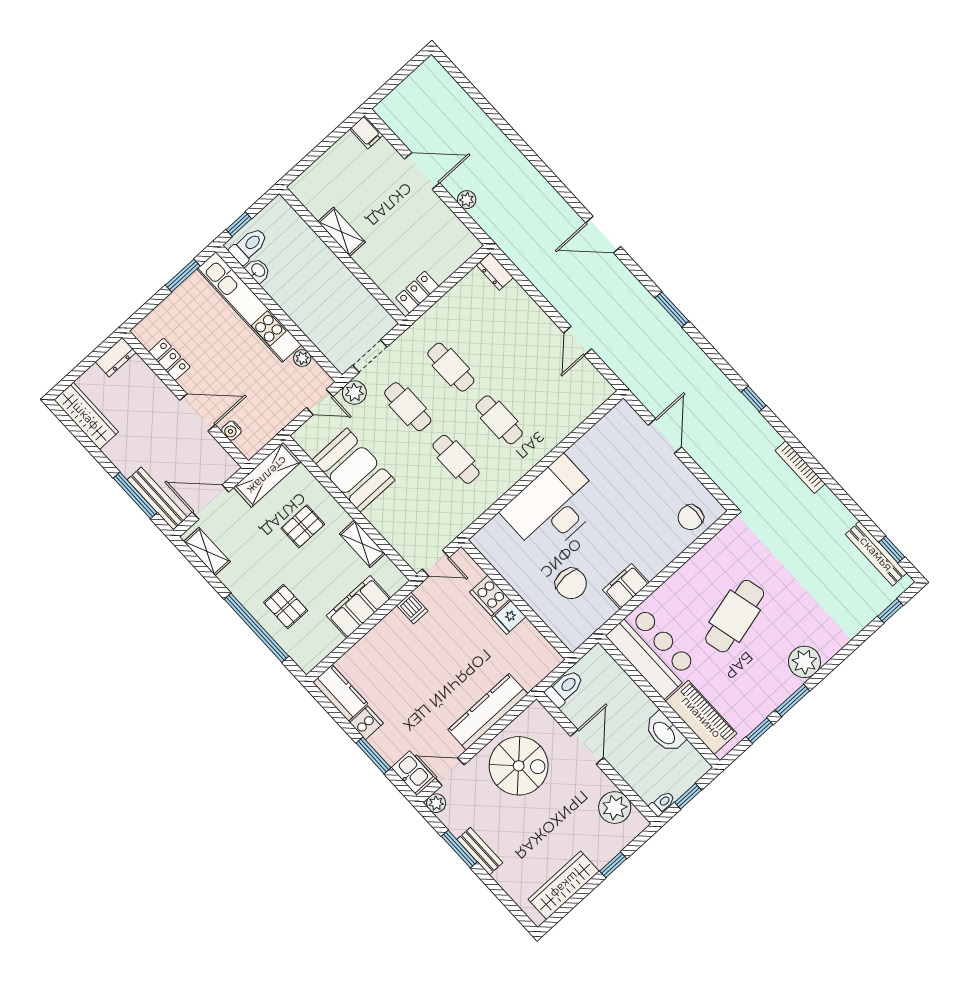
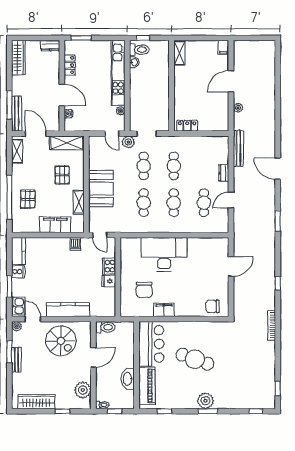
door: (422, 171) -> (231, 81), swing flipped
shelving: (342, 232) -> (179, 53), moved
dresser: (495, 271) -> (224, 173), moved
window: (183, 275) -> (81, 38), moved
cafe table: (542, 380) -> (204, 203), added
booth: (353, 470) -> (101, 189), moved
pallet: (303, 526) -> (62, 175), turned 90
bench: (876, 554) -> (238, 148), moved
cafe table: (735, 616) -> (195, 359), turned 34
window: (793, 700) -> (208, 411), moved

